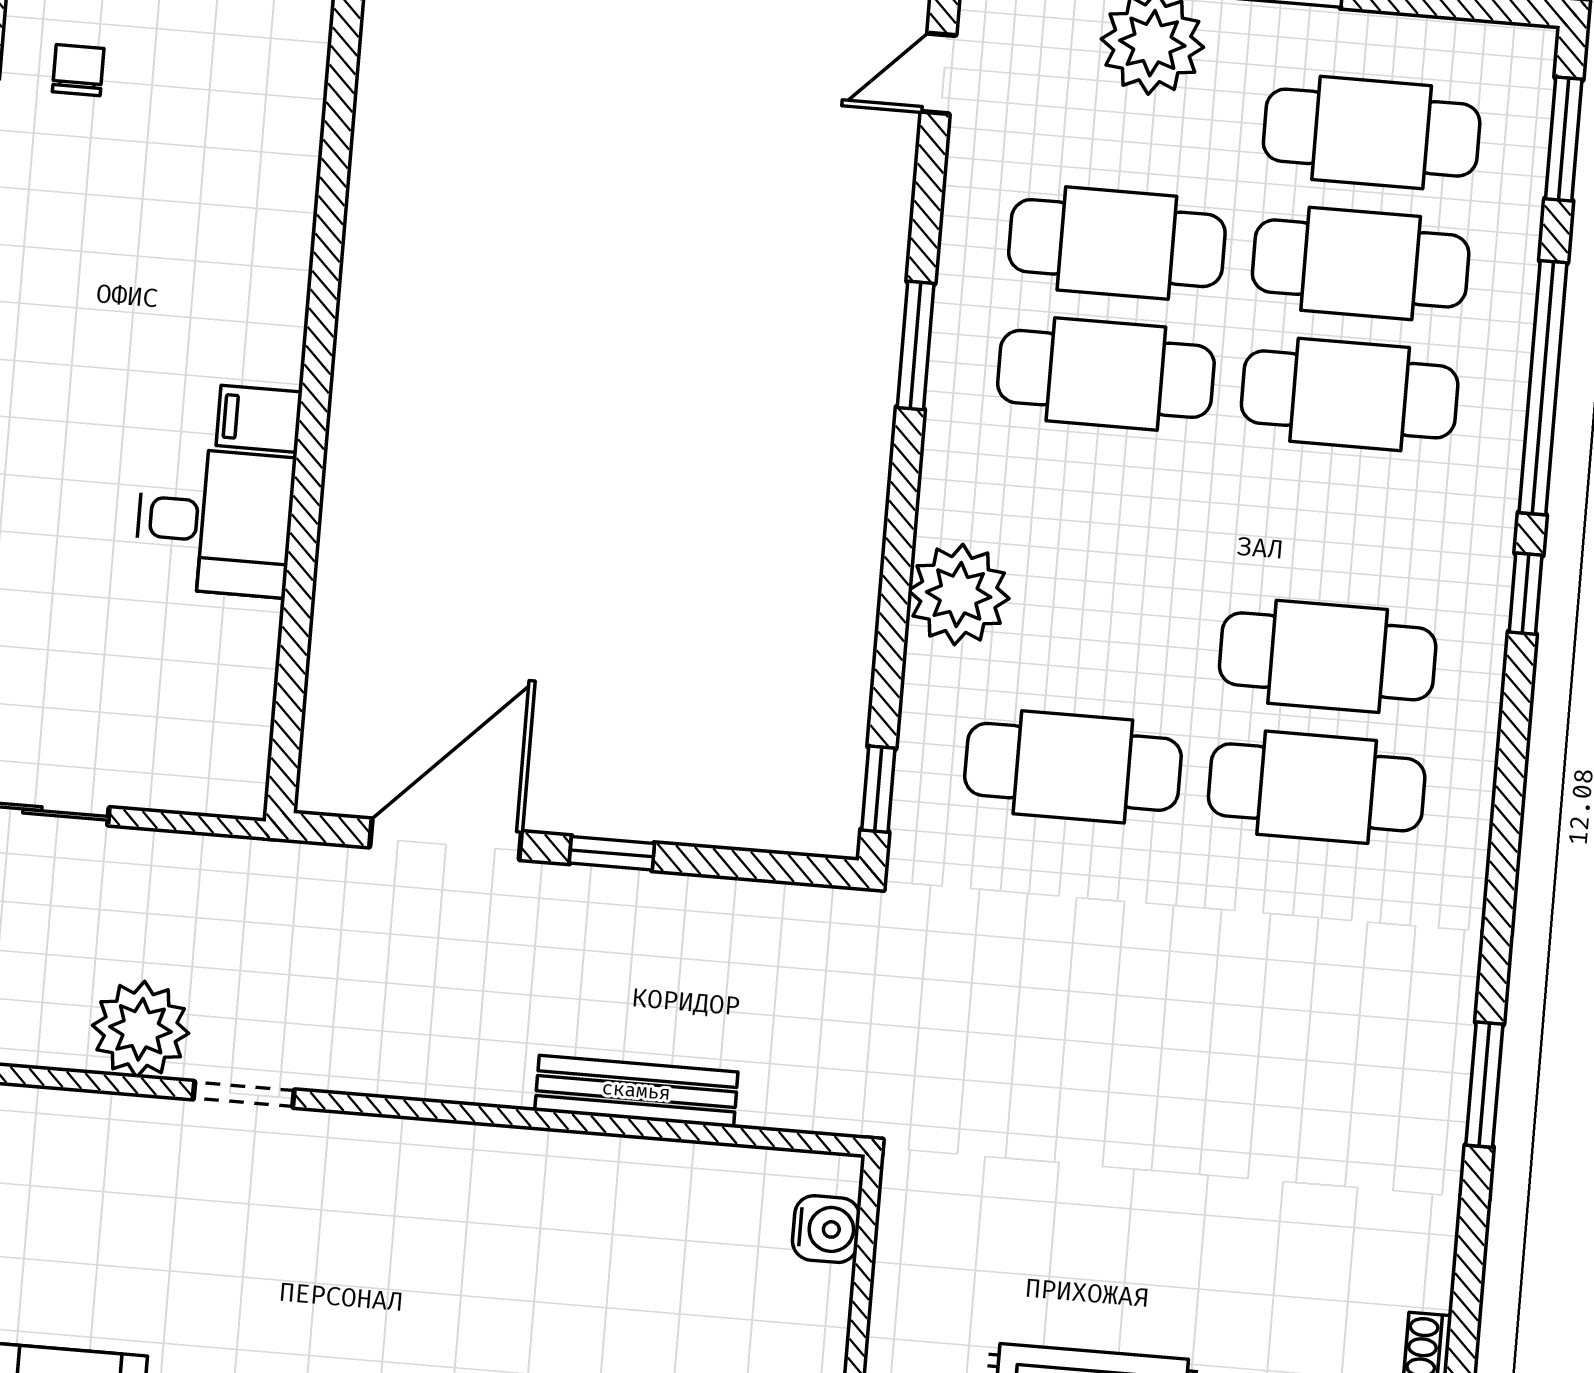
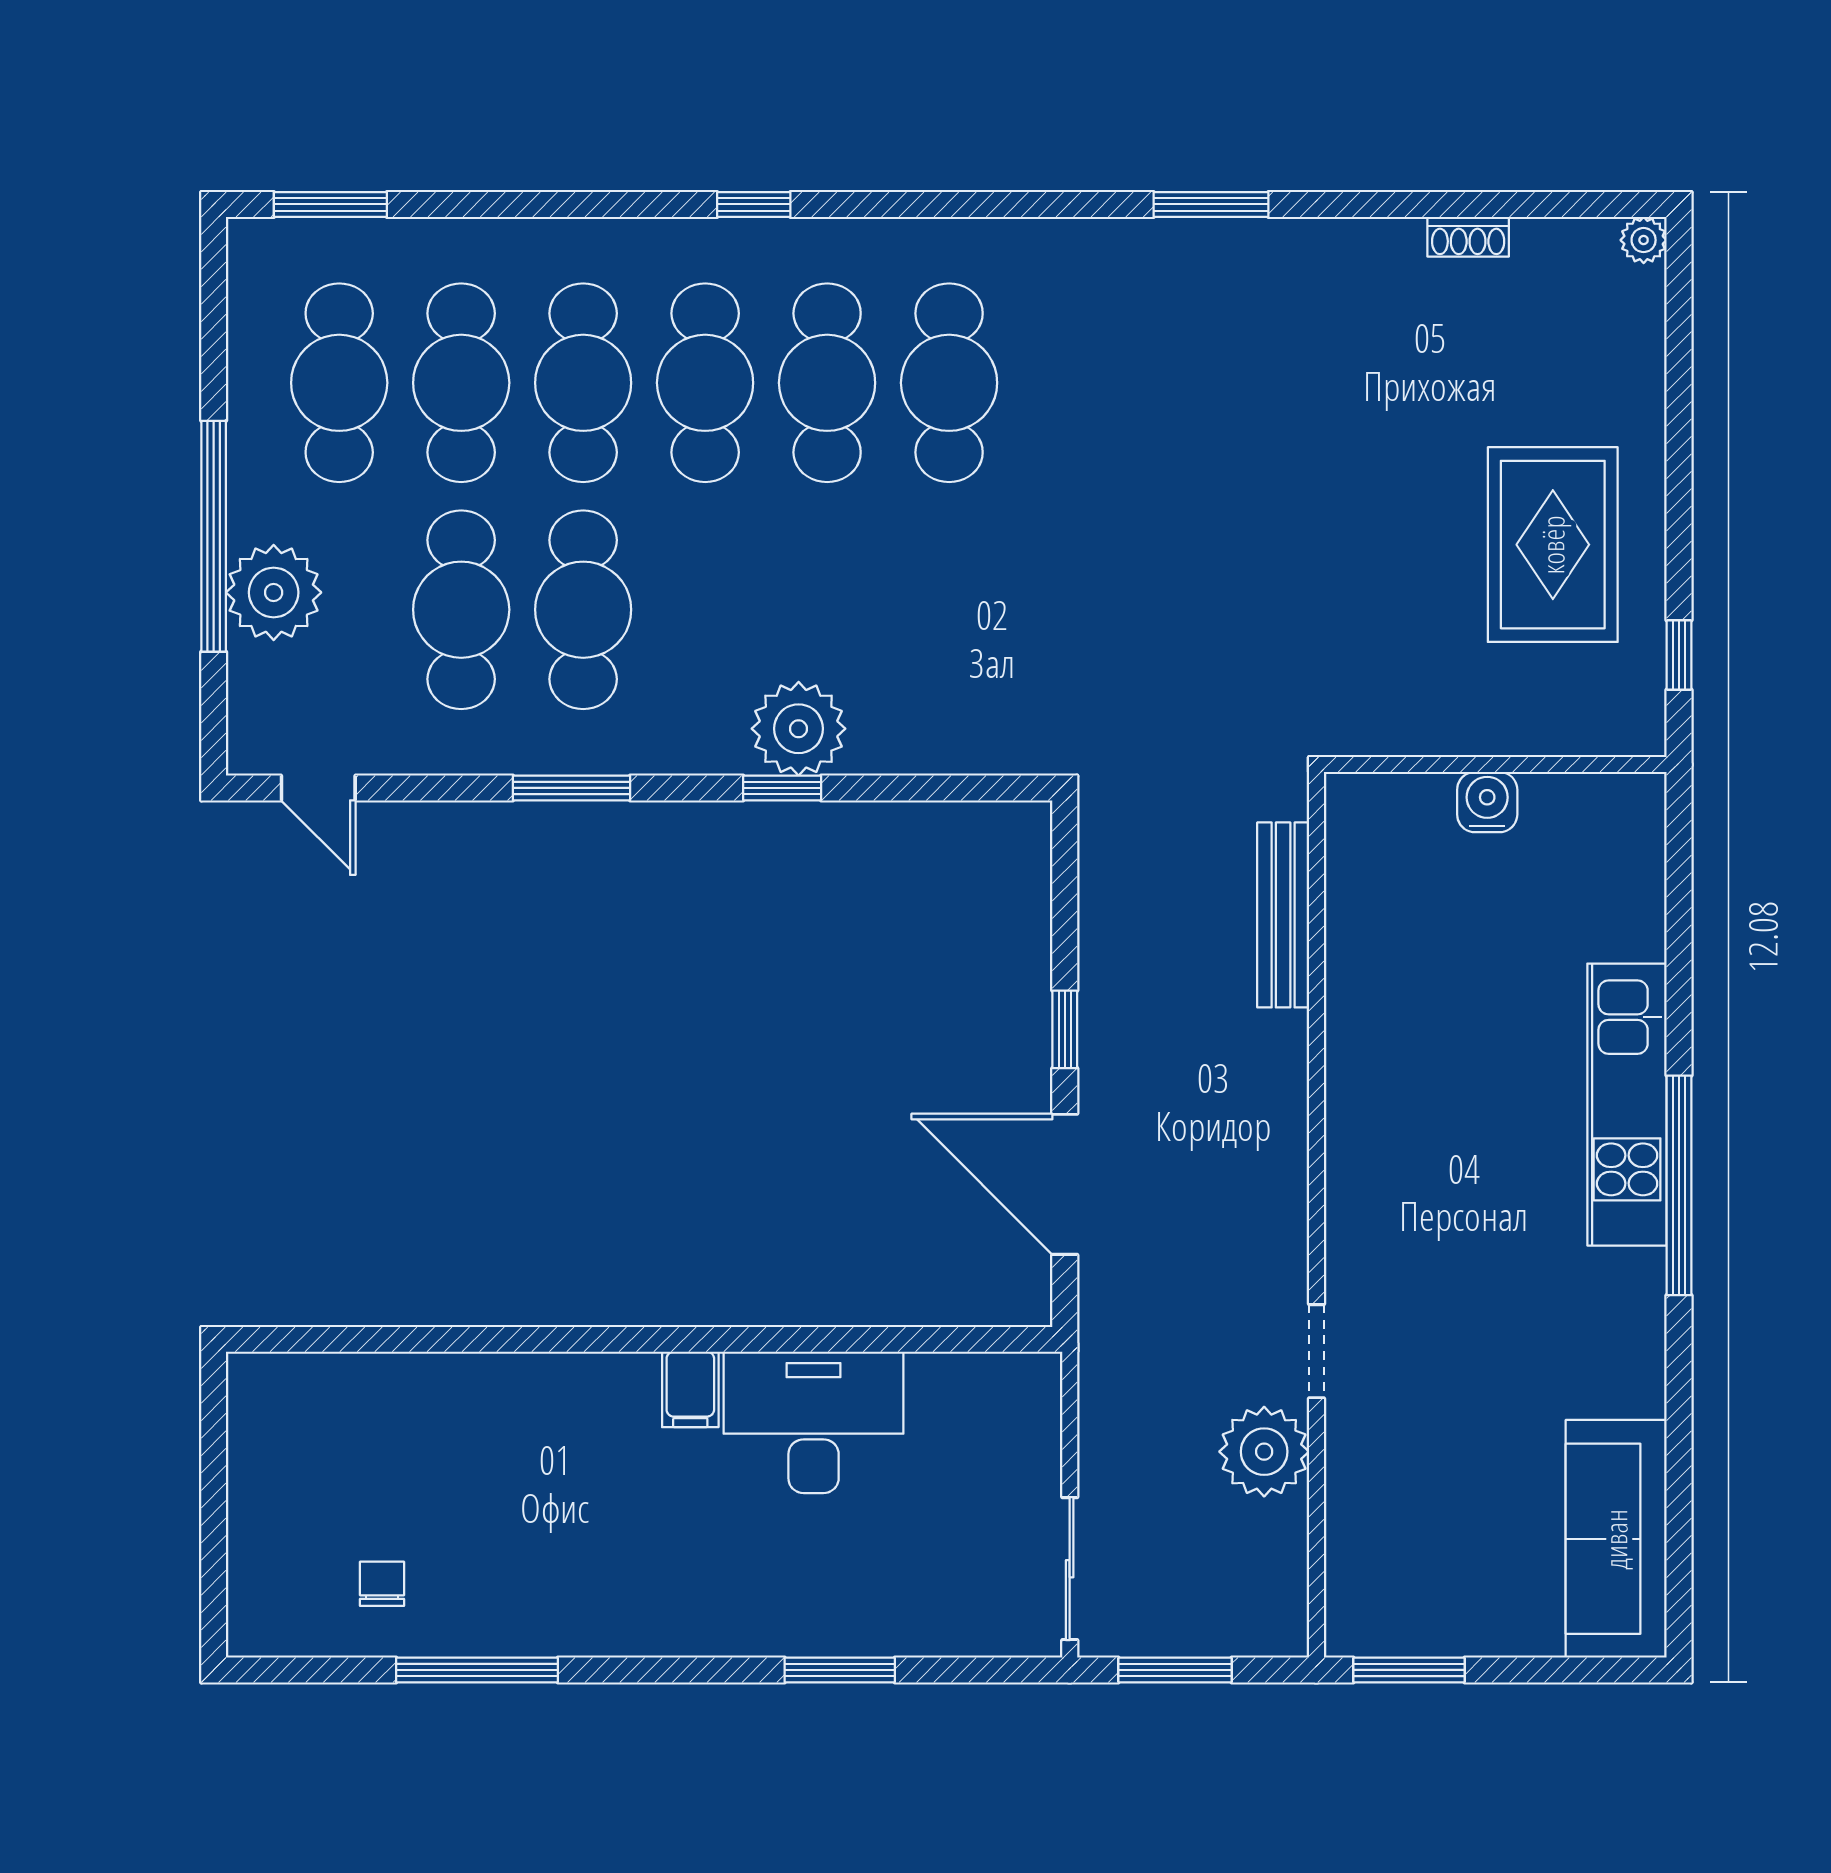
chair: (78, 70) -> (382, 1584), turned 90
window: (1543, 388) -> (562, 204), removed
desk: (215, 522) -> (814, 1422), width x1.37
cafe table: (1073, 767) -> (705, 383), moved
window: (878, 789) -> (782, 788), moved
bench: (636, 1091) -> (1283, 915), moved
water cooler: (826, 1229) -> (1487, 802), moved

